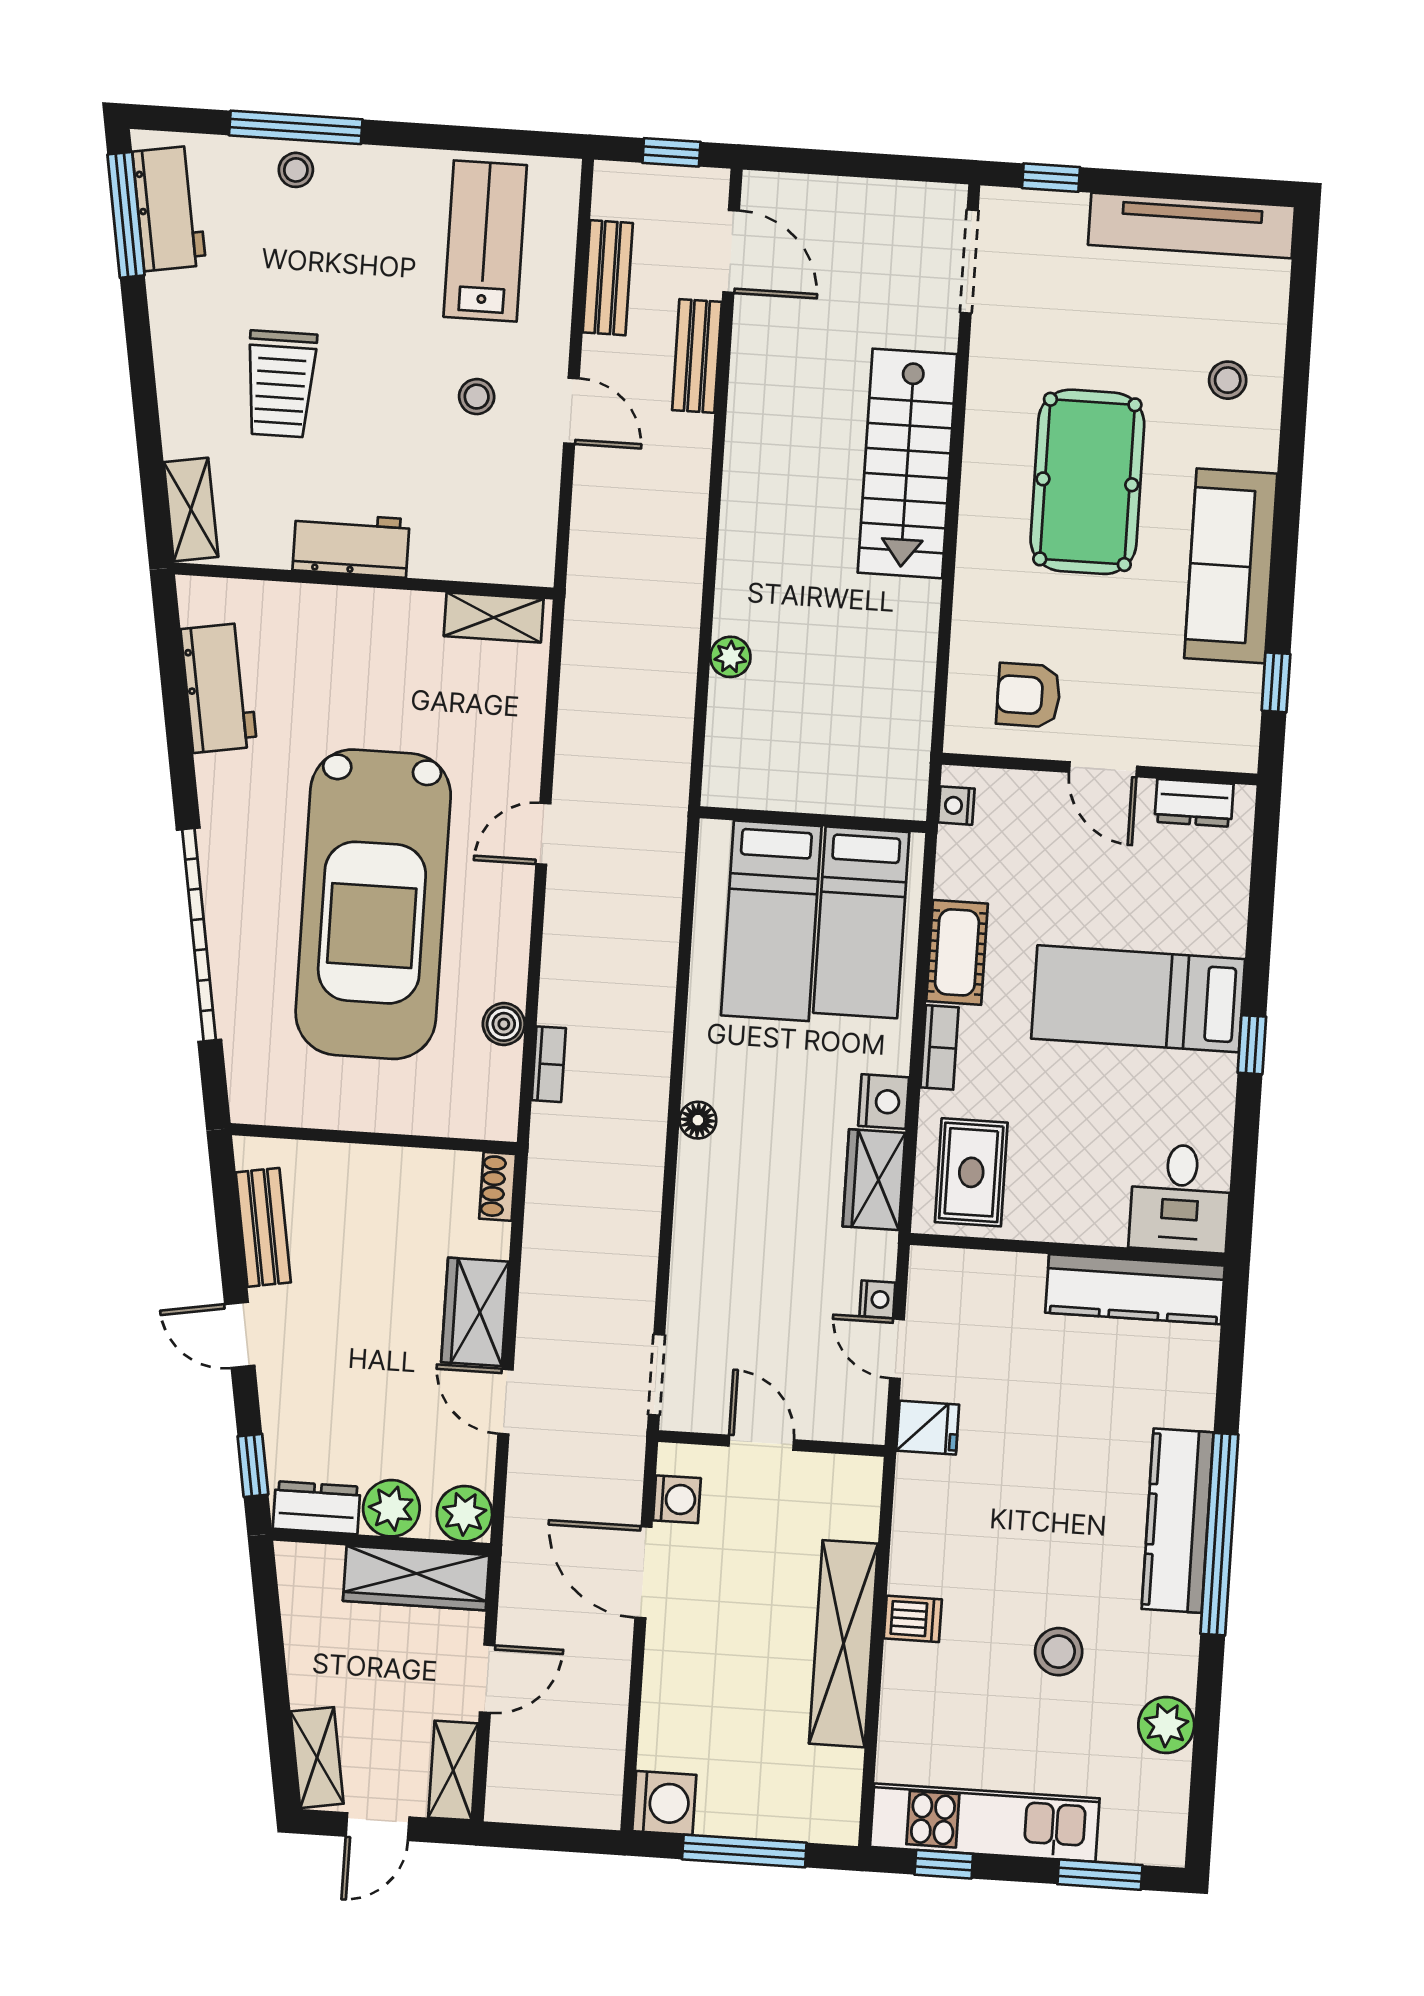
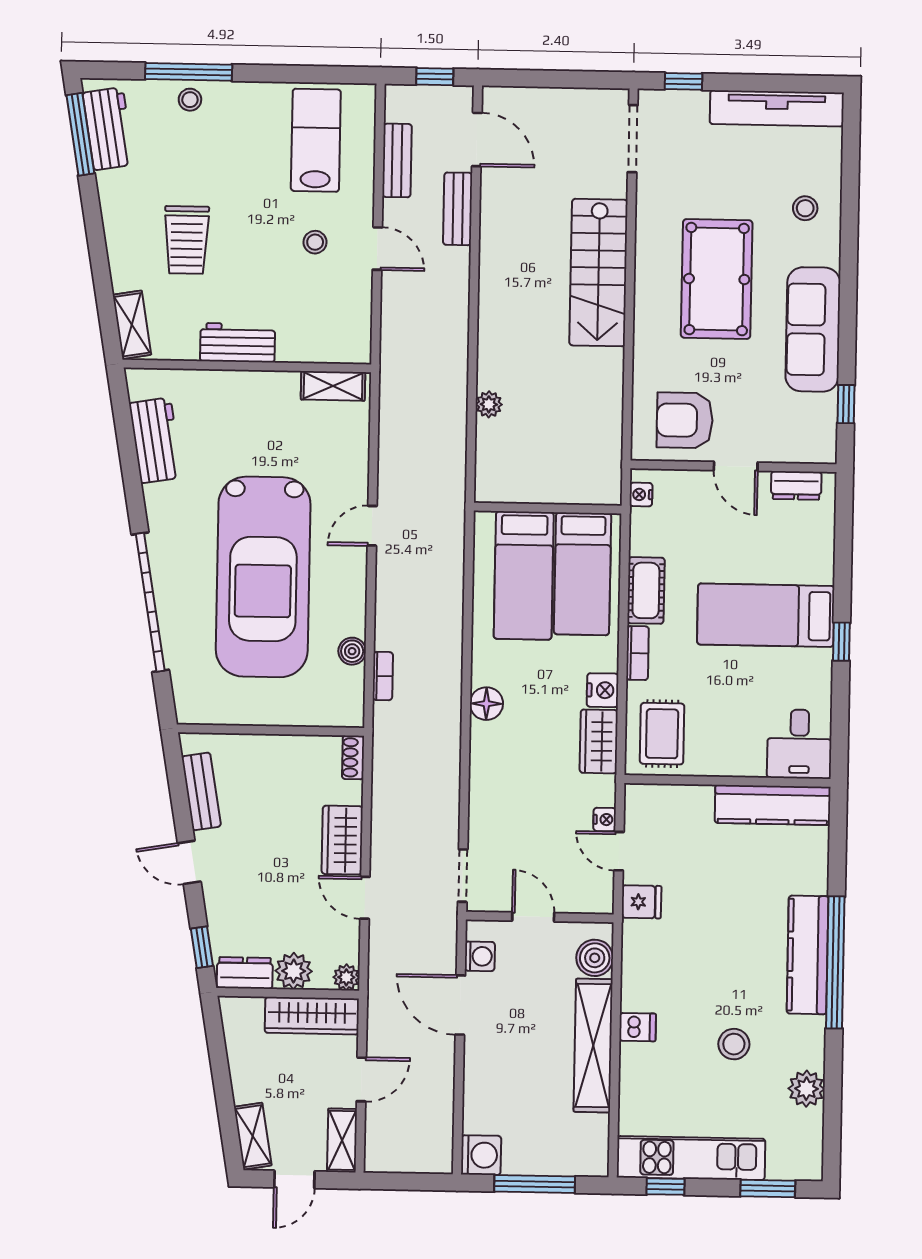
armchair: (1028, 695) -> (685, 420), width x1.38, depth x1.38
floor lamp: (698, 1120) -> (486, 704), width x1.37, depth x1.37
boiler: (852, 1510) -> (595, 958), added
plant: (464, 1514) -> (346, 977), width x0.73, depth x0.73

